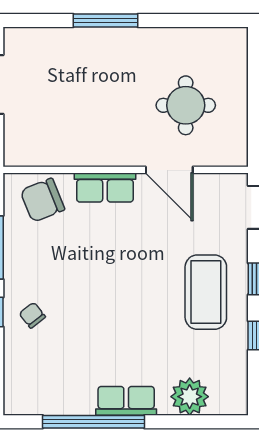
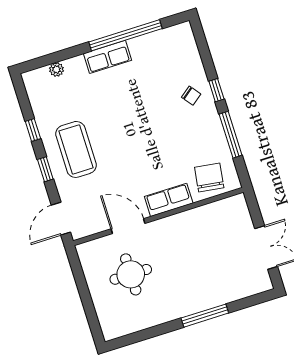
chair: (42, 200) -> (209, 177), turned -60
plant: (190, 397) -> (56, 69), width x0.53, depth x0.53

